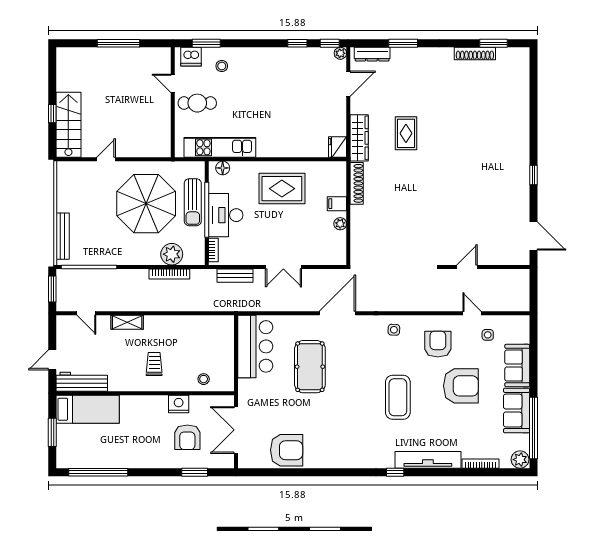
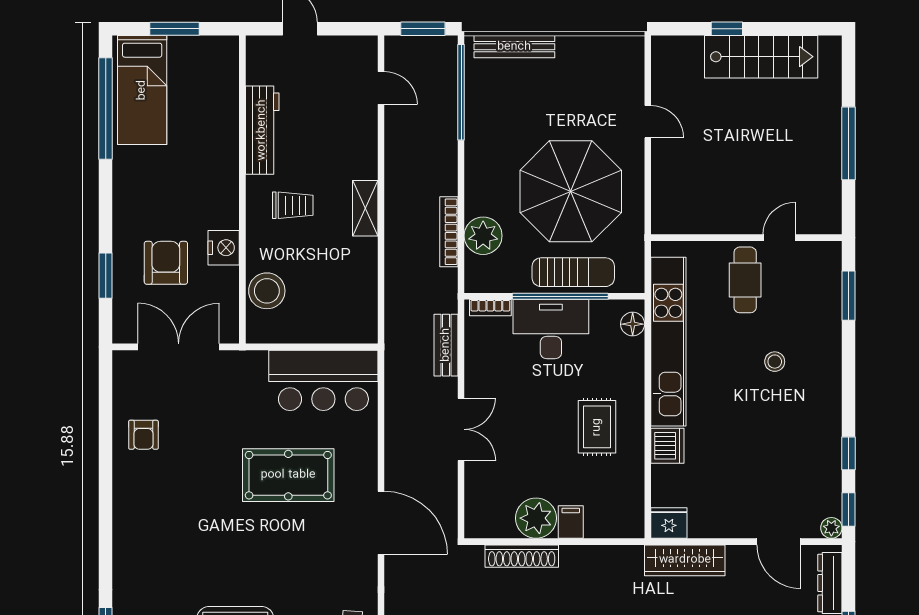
dishwasher: (191, 57) -> (667, 446), moved, turned 180
stool: (222, 66) -> (775, 362), moved
stairs: (68, 125) -> (761, 57), moved
kitchen unit: (220, 147) -> (668, 342), width x1.36
shoe rack: (357, 183) -> (522, 556), moved
rug: (282, 189) -> (597, 427), width x0.73, depth x0.70
sun lounger: (193, 202) -> (573, 272), turned 180
plant: (340, 224) -> (536, 518), width x1.87, depth x1.87
double door: (283, 267) -> (461, 429), swing flipped
door: (86, 313) -> (381, 88), swing flipped
shelving: (127, 322) -> (365, 208), moved
stool: (204, 379) -> (267, 291), width x1.89, depth x1.89
workbench: (82, 382) -> (262, 130), moved
bed: (88, 409) -> (142, 90), moved
armchair: (187, 437) -> (166, 263), turned 90
armchair: (287, 450) -> (143, 435), width x0.53, depth x0.53

